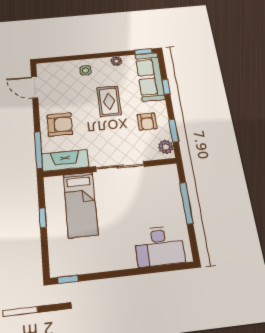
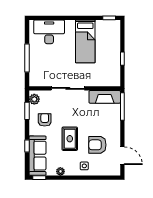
armchair: (60, 125) -> (97, 145), moved
bed: (80, 204) -> (85, 41), moved, turned 180

